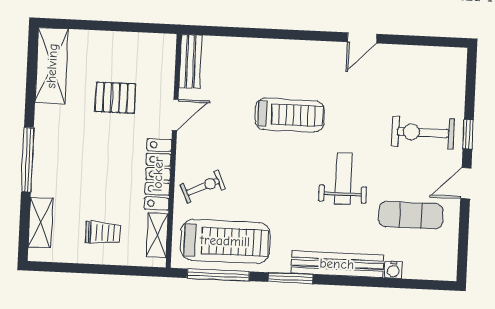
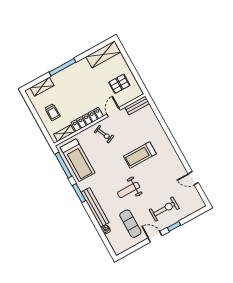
door: (362, 38) -> (193, 178), moved
pallet: (115, 98) -> (119, 84), moved, turned 90
door: (175, 115) -> (114, 112), swing flipped
treadmill: (290, 115) -> (140, 155), turned 90
exercise bike: (423, 133) -> (164, 209), turned 90
weight bench: (343, 178) -> (129, 190), turned 180
exercise bike: (203, 187) -> (104, 134), moved

